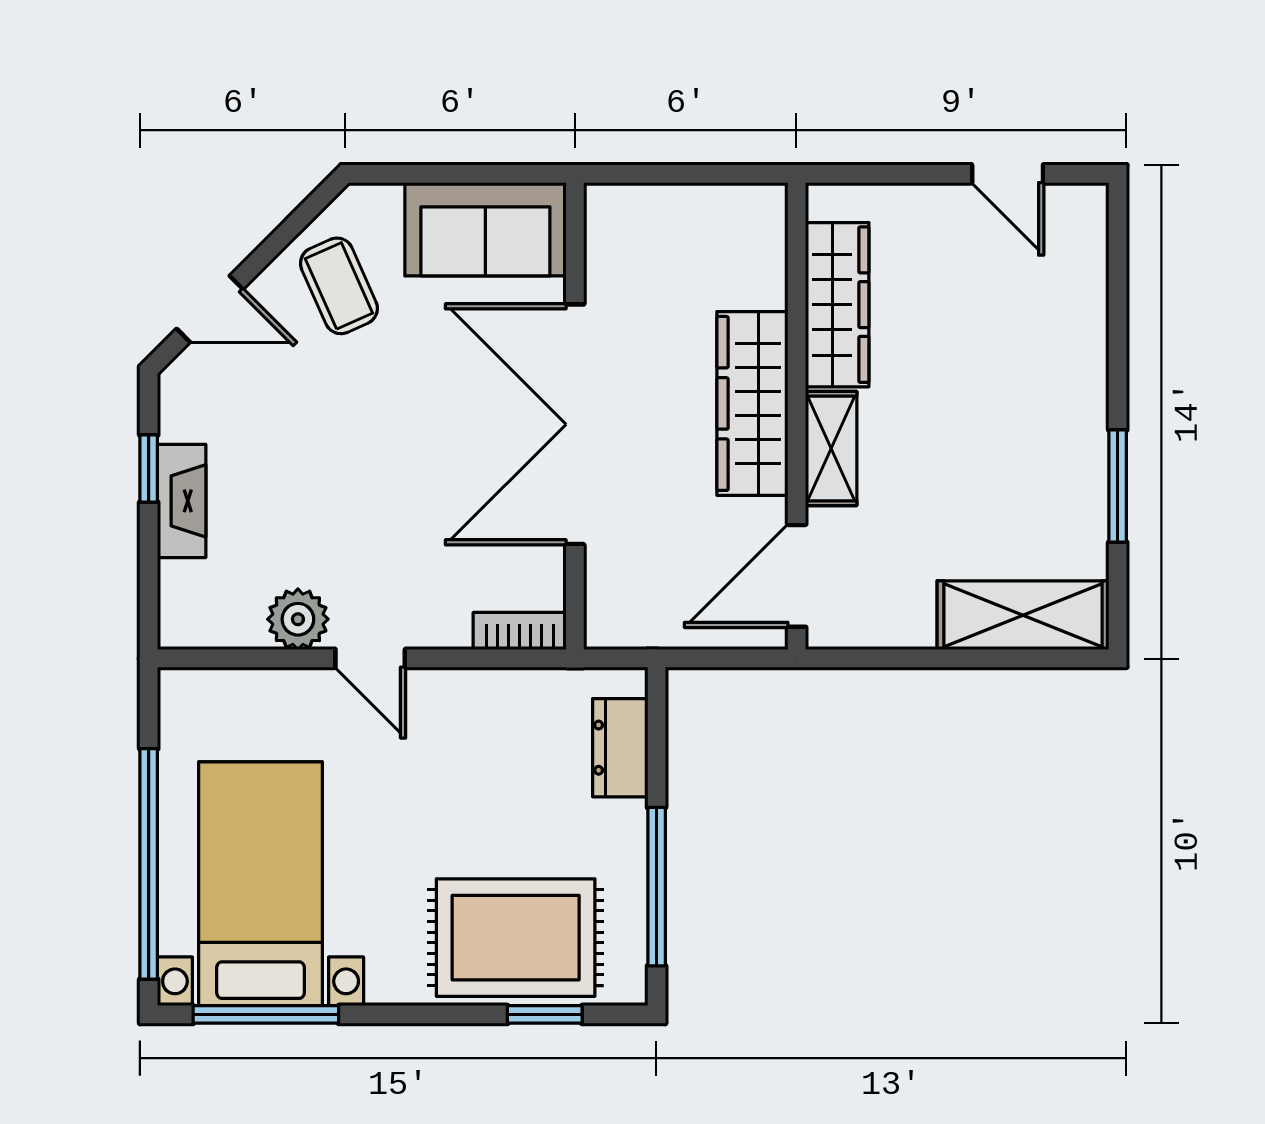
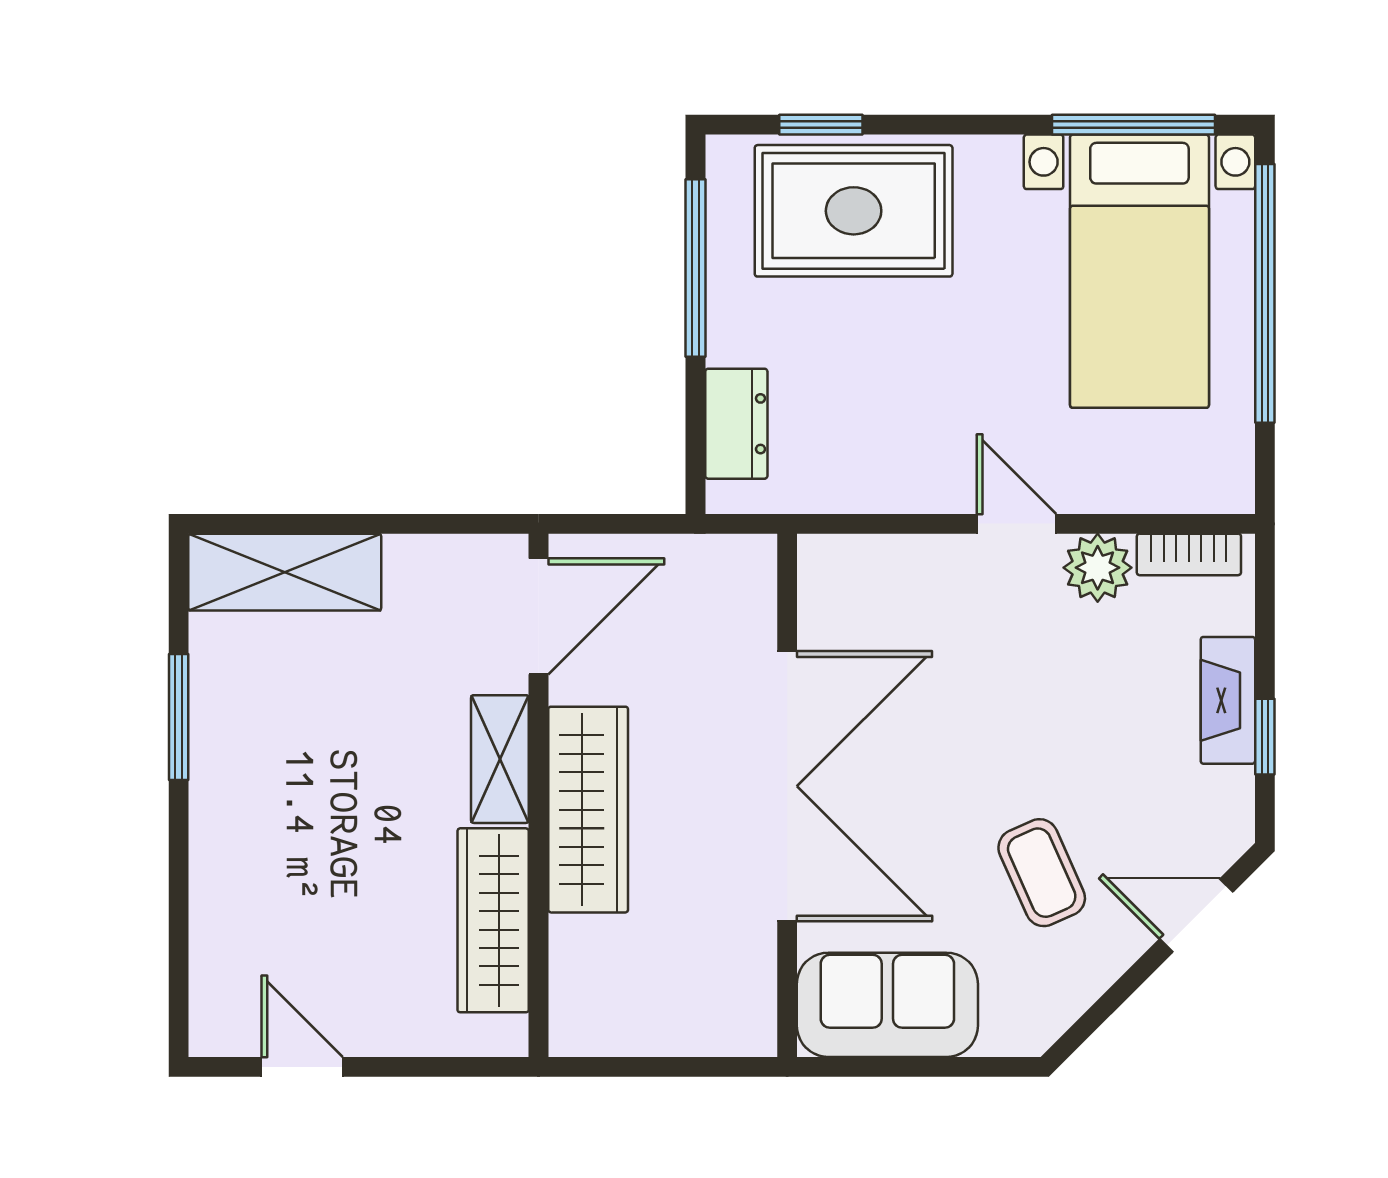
coffee table: (339, 286) -> (1042, 873), moved
bookcase: (520, 631) -> (1189, 554), moved

